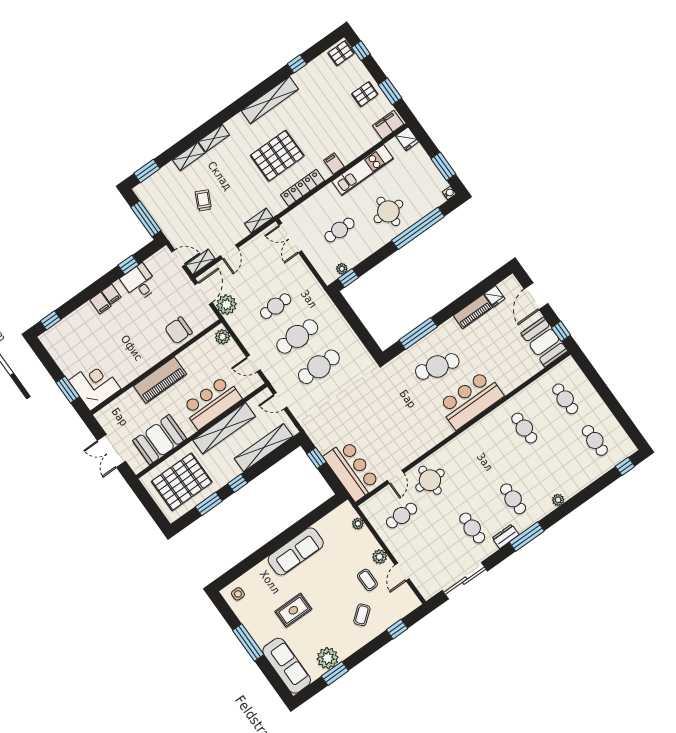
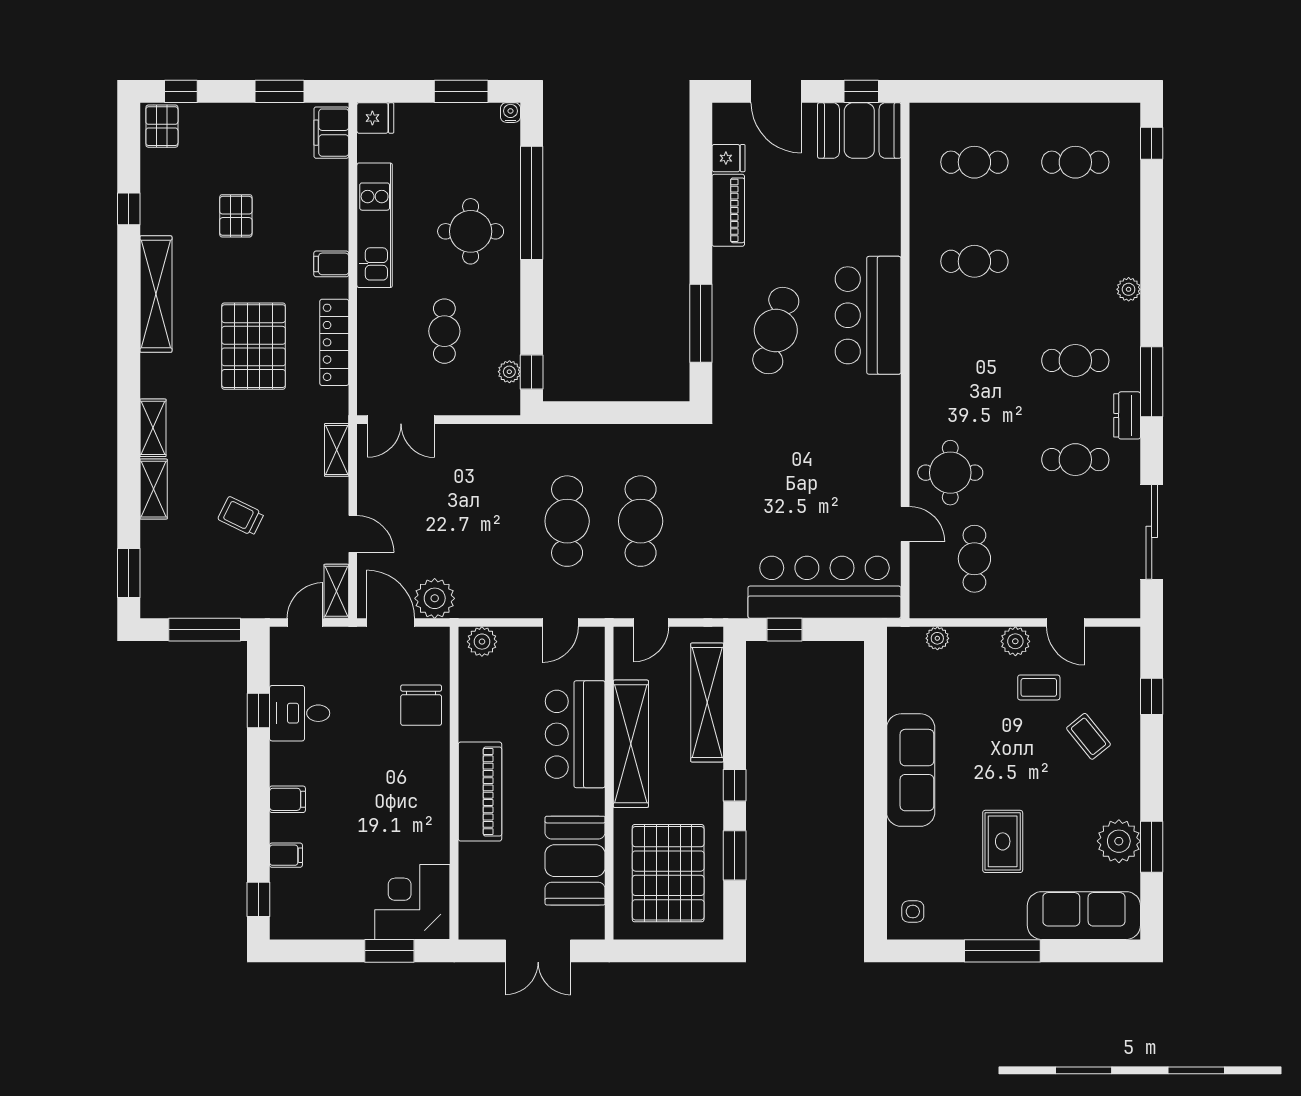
pallet: (365, 94) -> (236, 216), moved
filing cabinet: (111, 294) -> (286, 855), moved
cafe table: (276, 306) -> (494, 521), removed
bar counter: (352, 470) -> (824, 587), width x1.36

